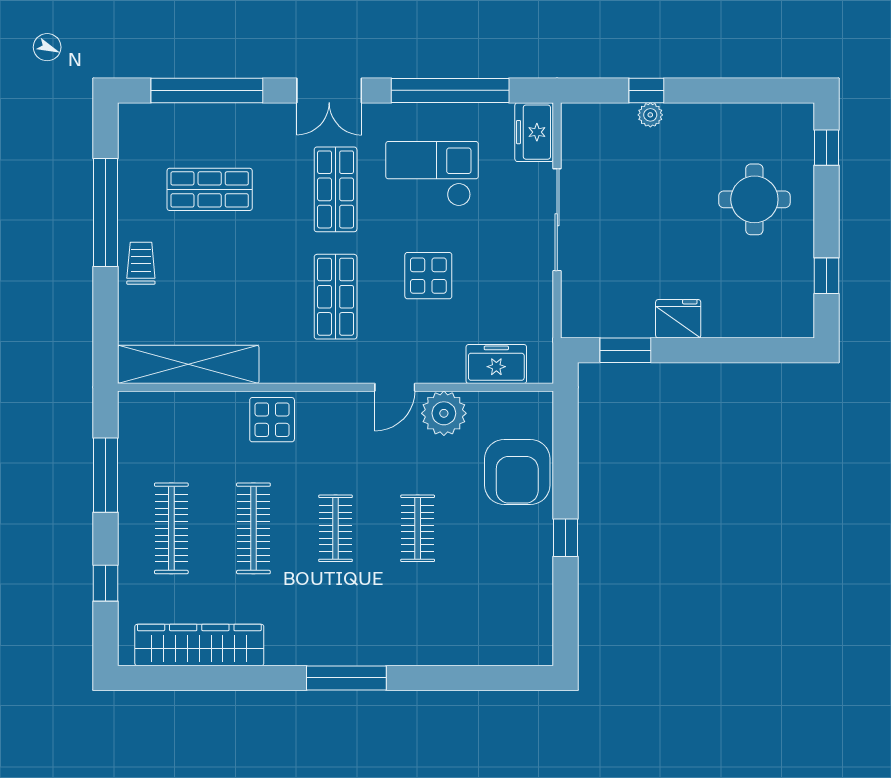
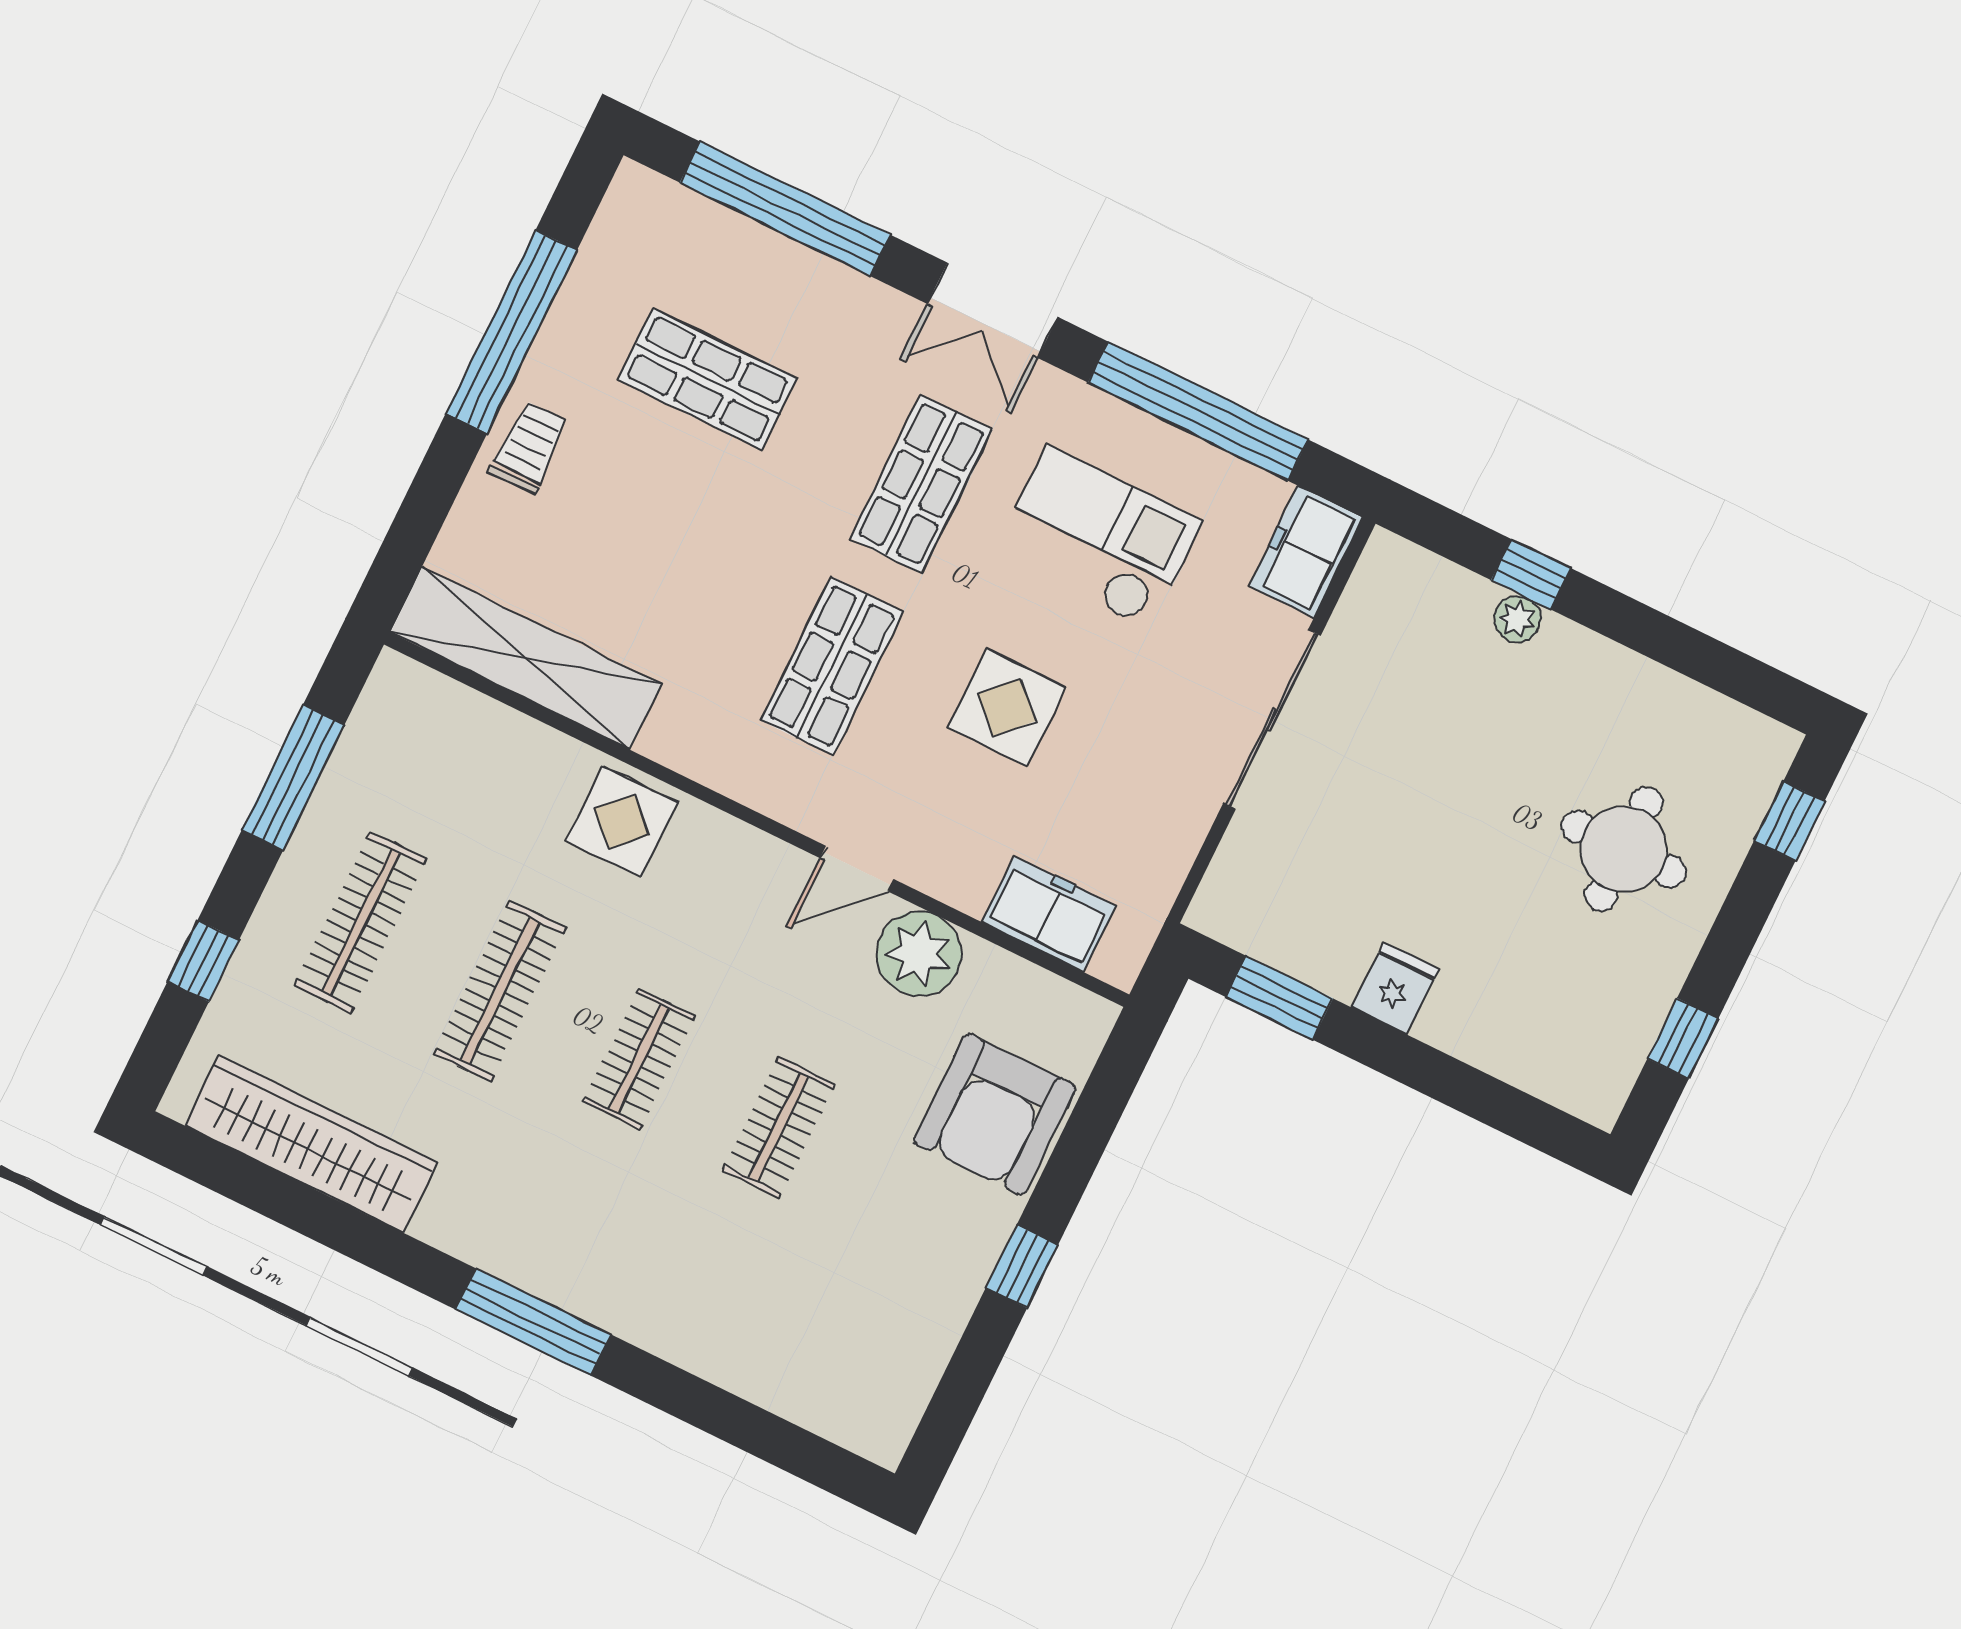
fridge: (678, 319) -> (1395, 988), width x0.72

